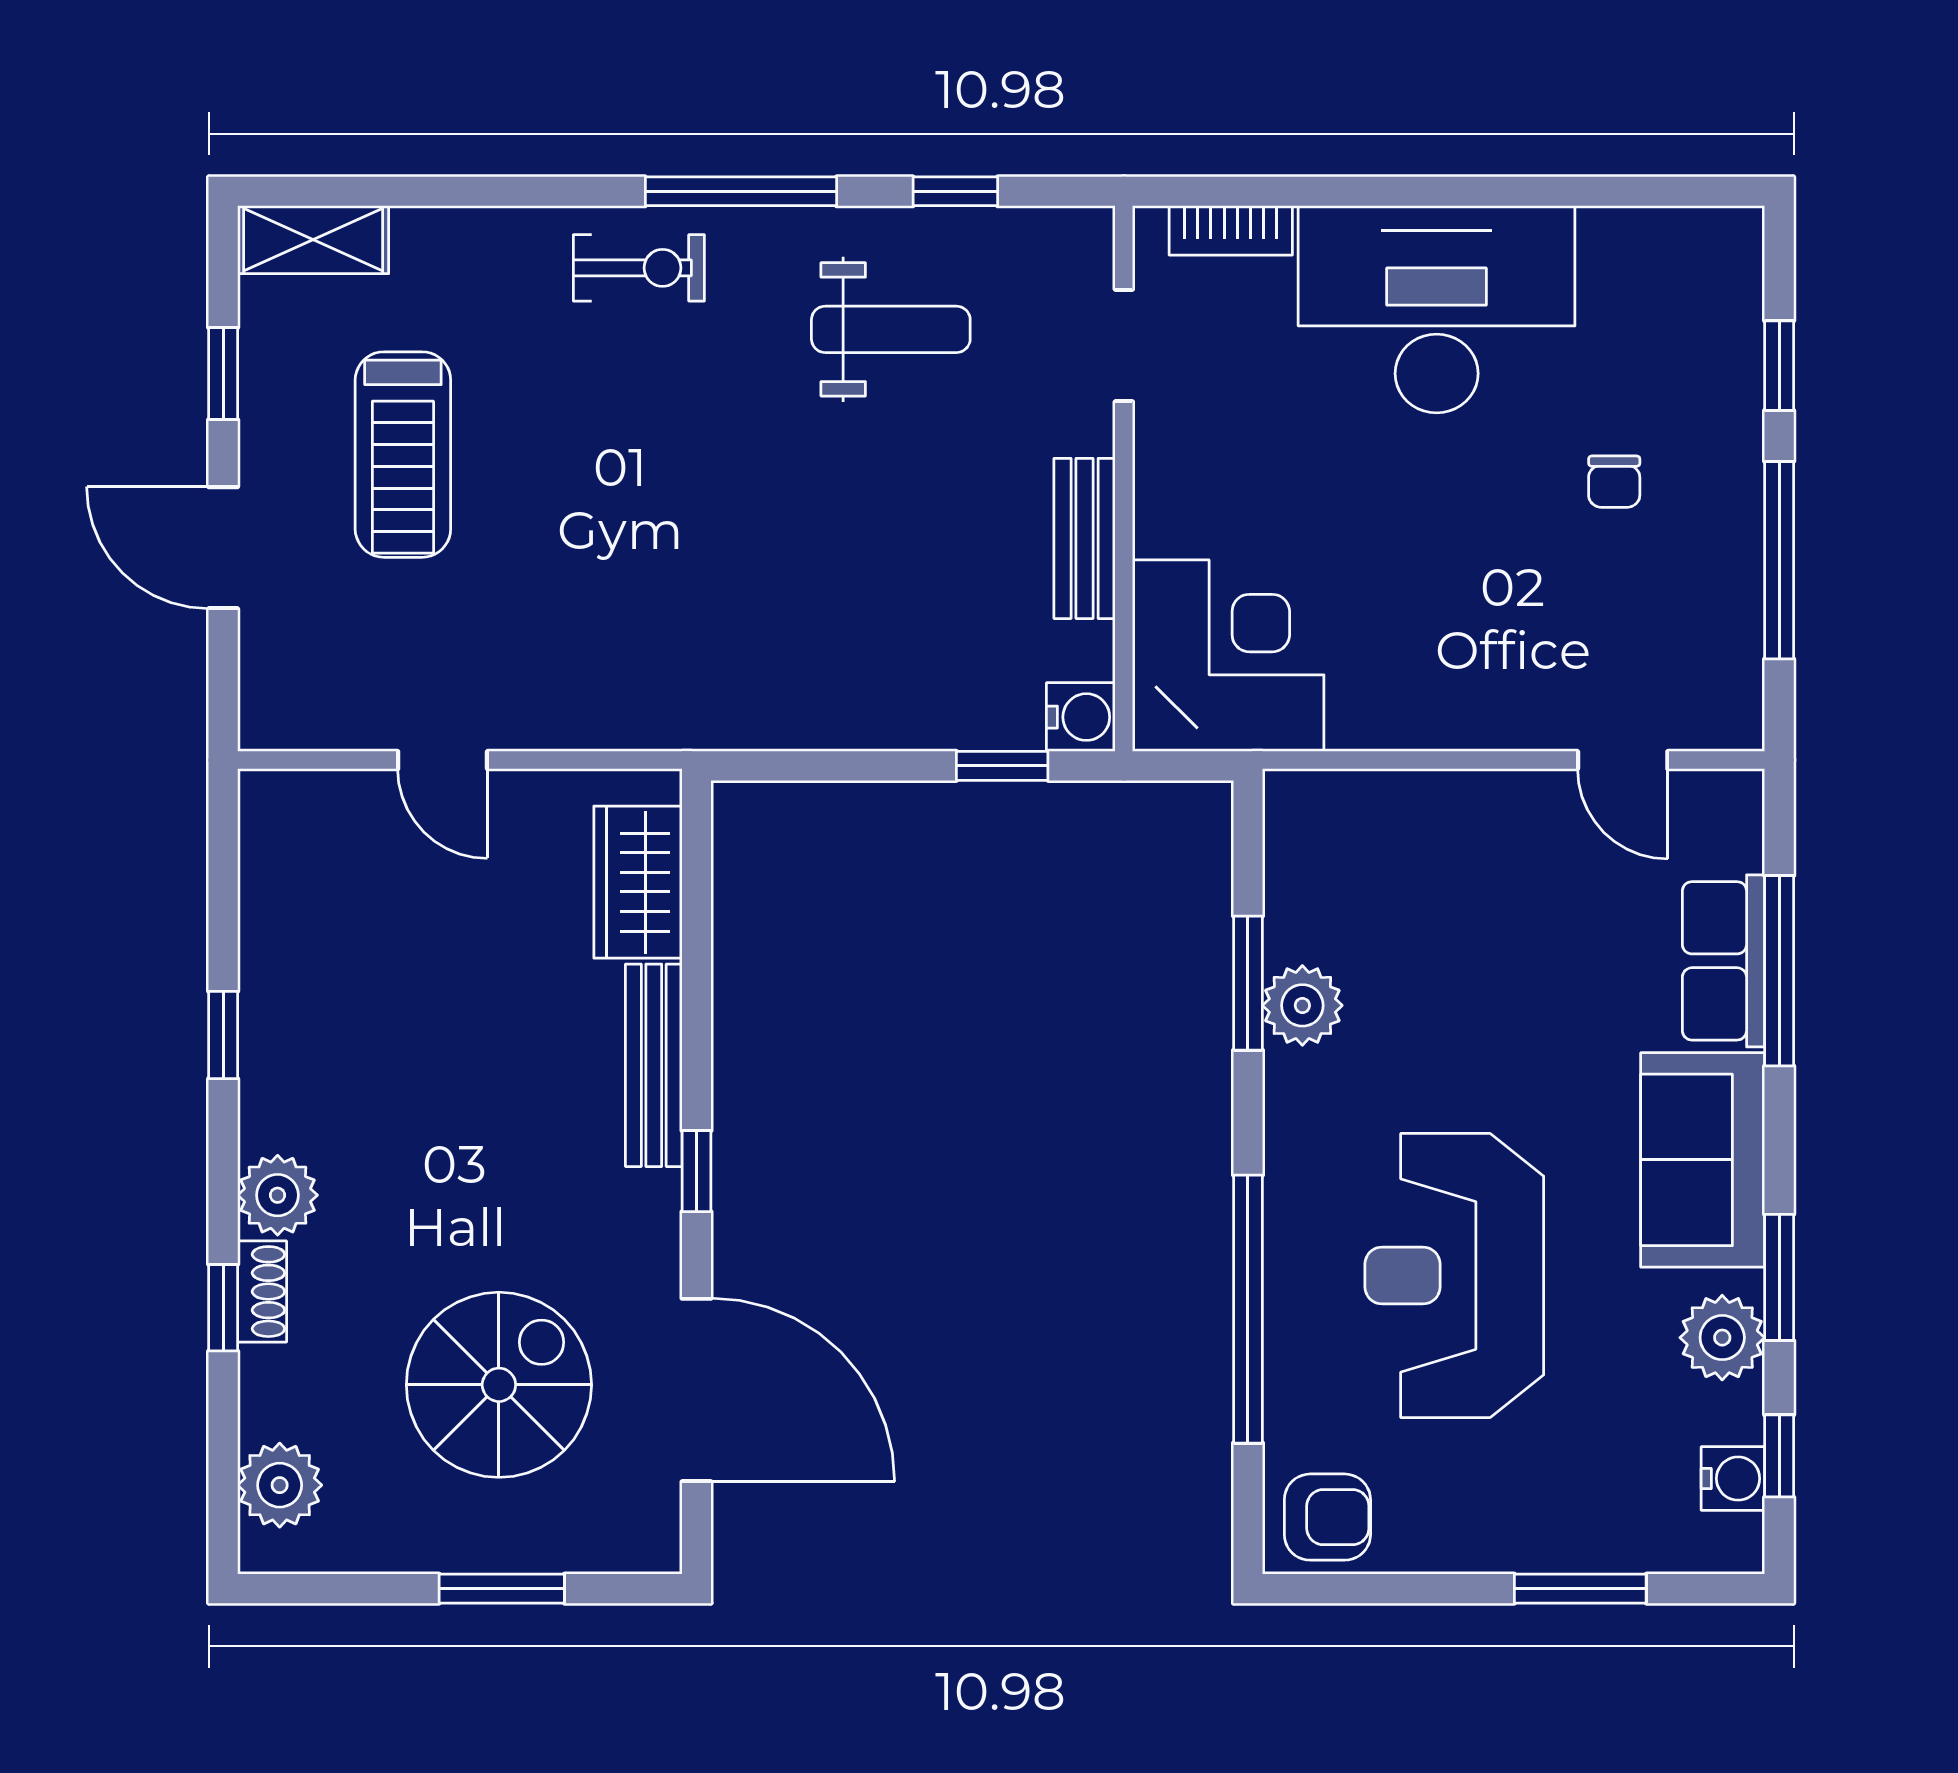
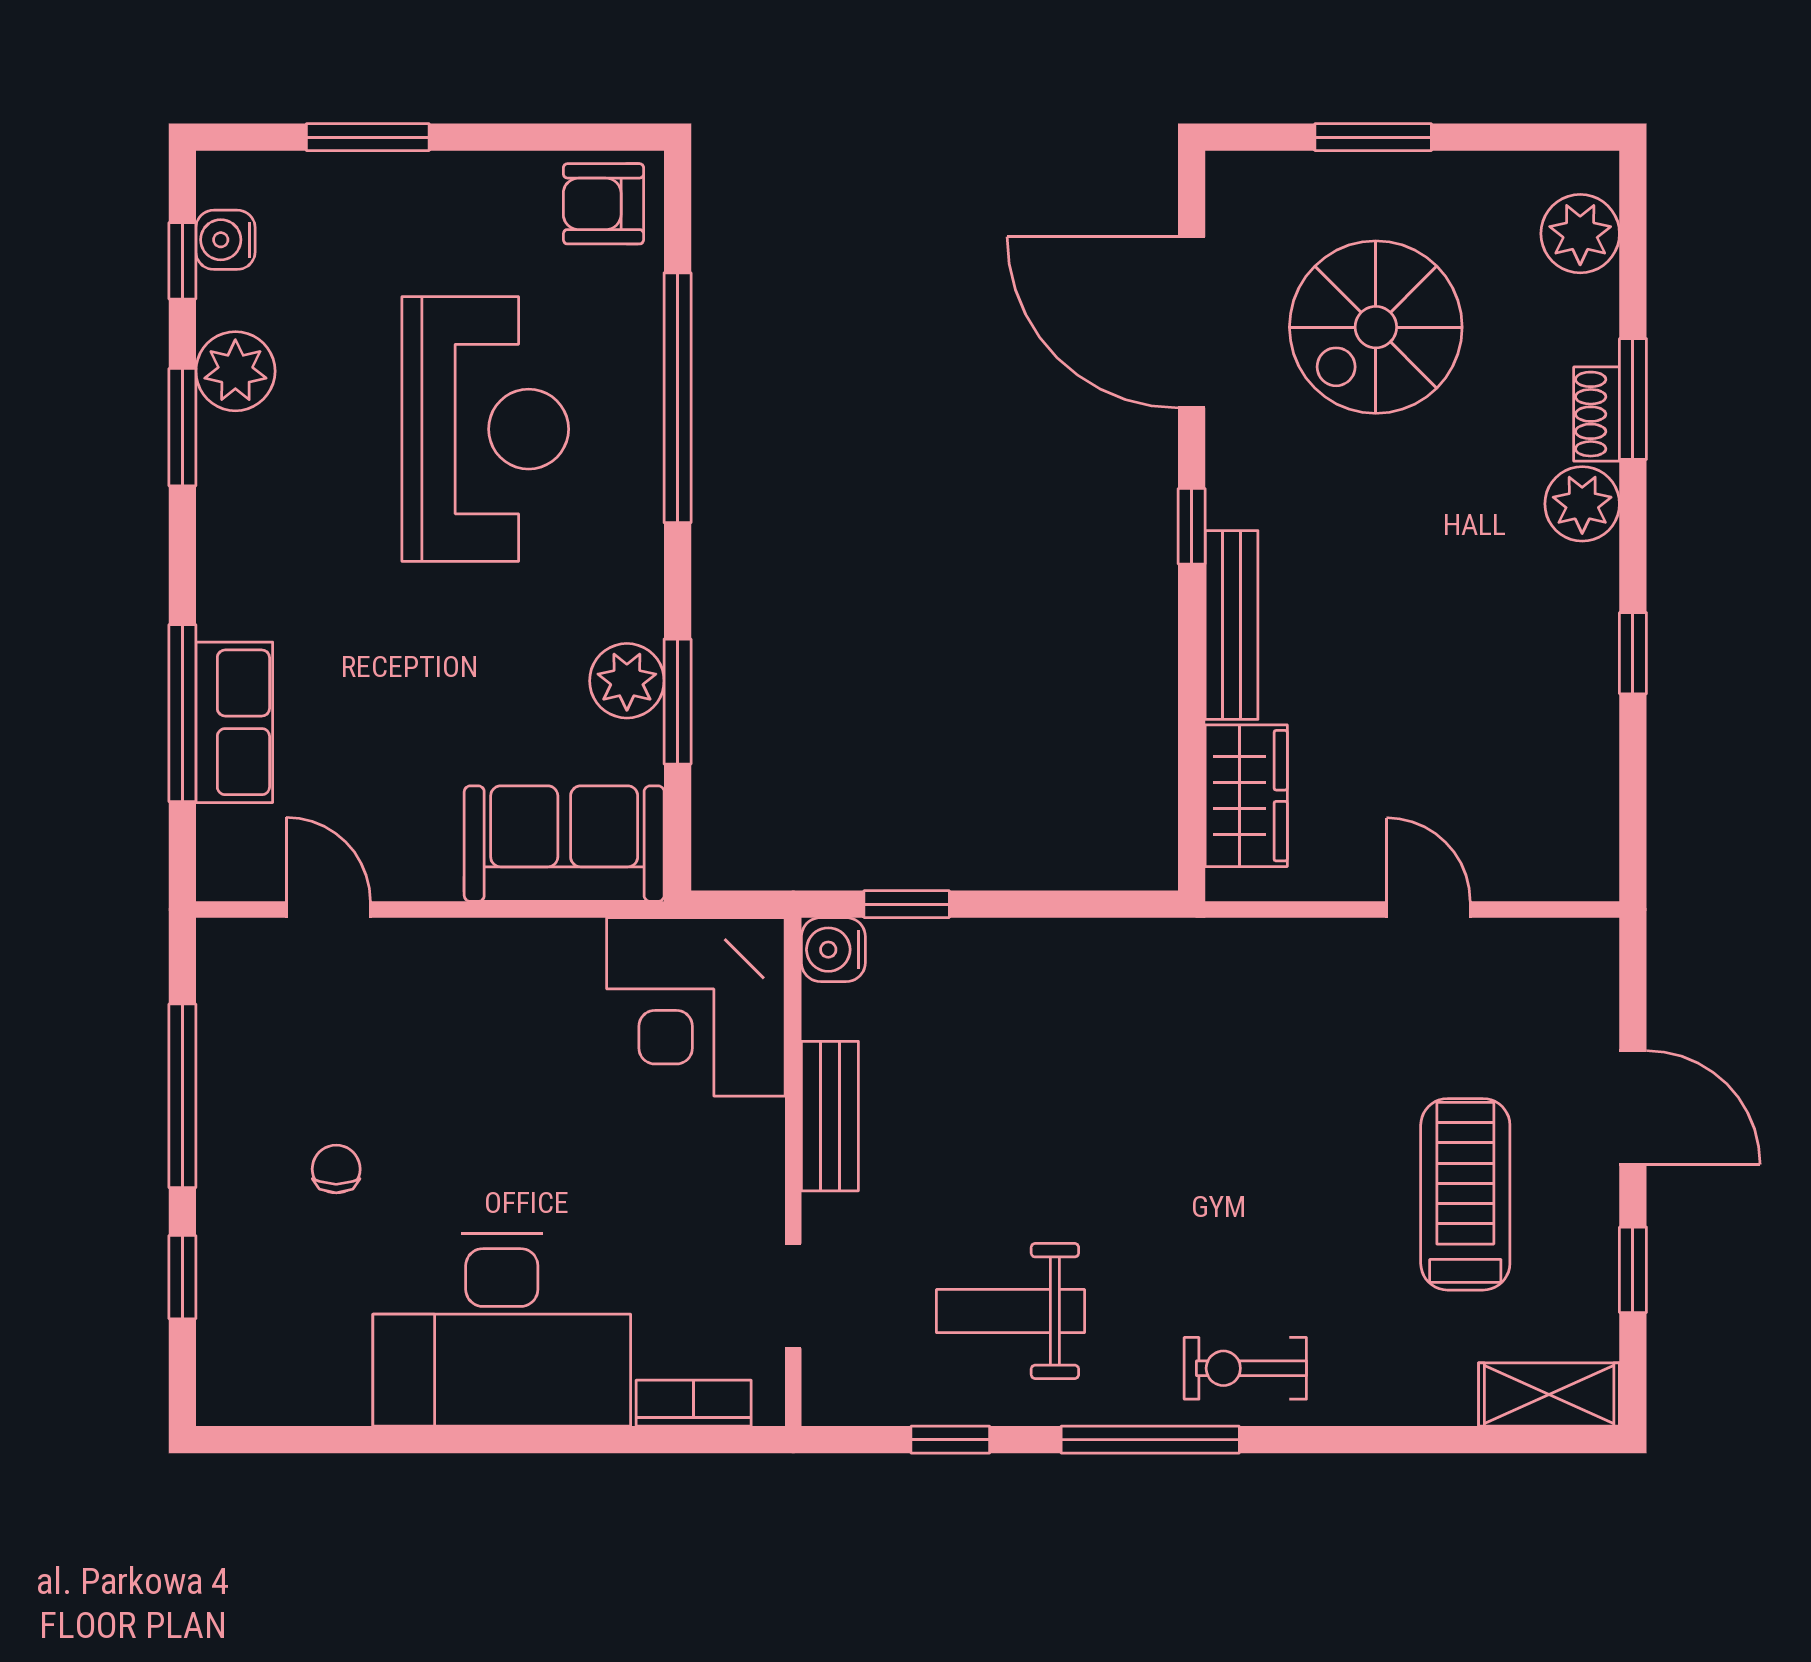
sofa: (1703, 1160) -> (564, 844), moved, turned -90
window: (223, 1308) -> (1633, 399), width x1.50

